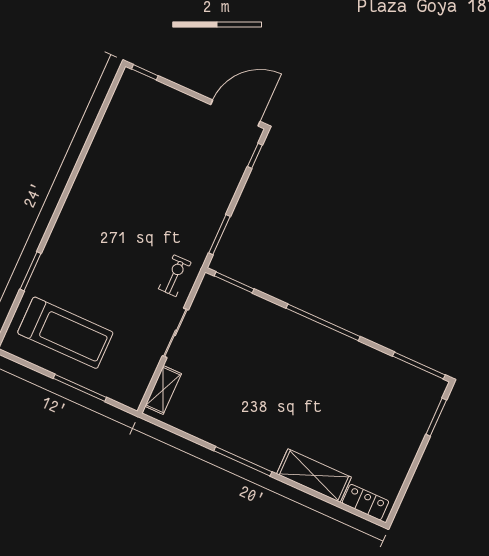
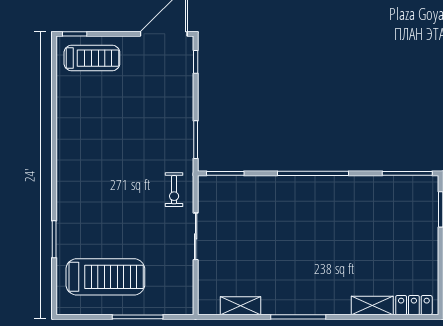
treadmill: (151, 105) -> (92, 58), added
exercise bike: (175, 276) -> (174, 190), turned 180
shelving: (163, 390) -> (240, 306), moved, turned 90
shelving: (314, 476) -> (372, 305), width x0.67, depth x0.75

